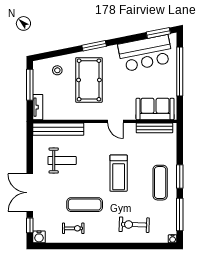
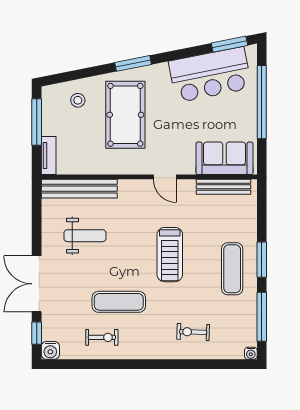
exercise bike: (134, 225) -> (193, 332), width x0.73, depth x0.72

